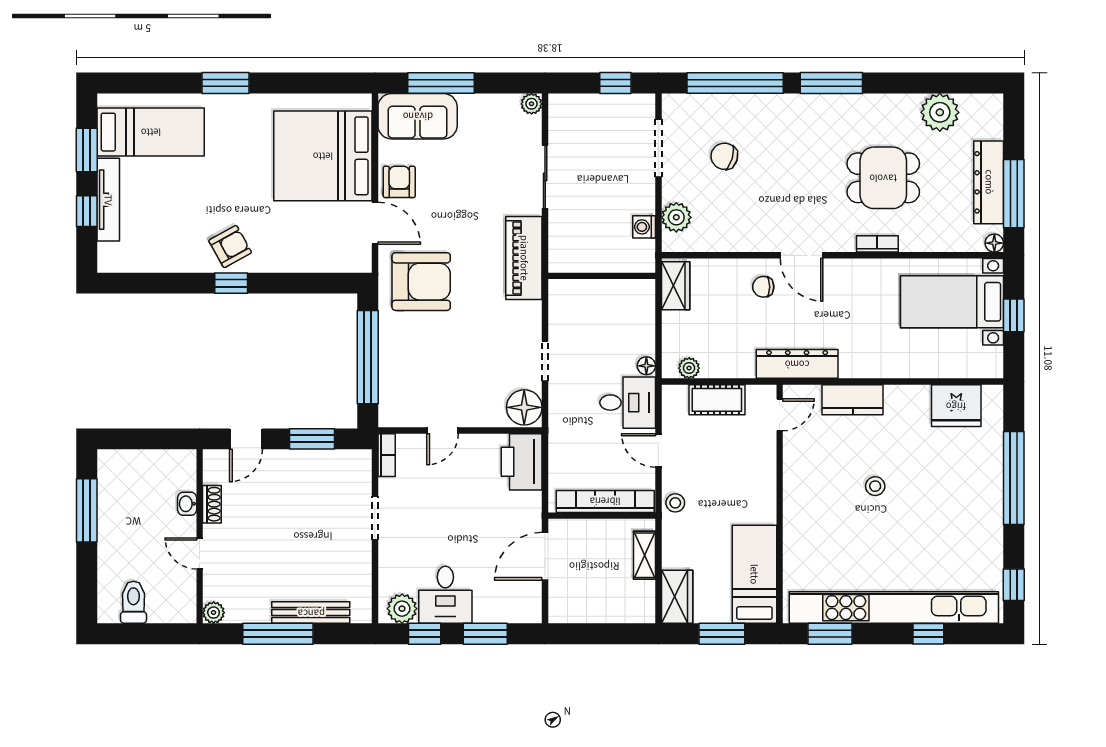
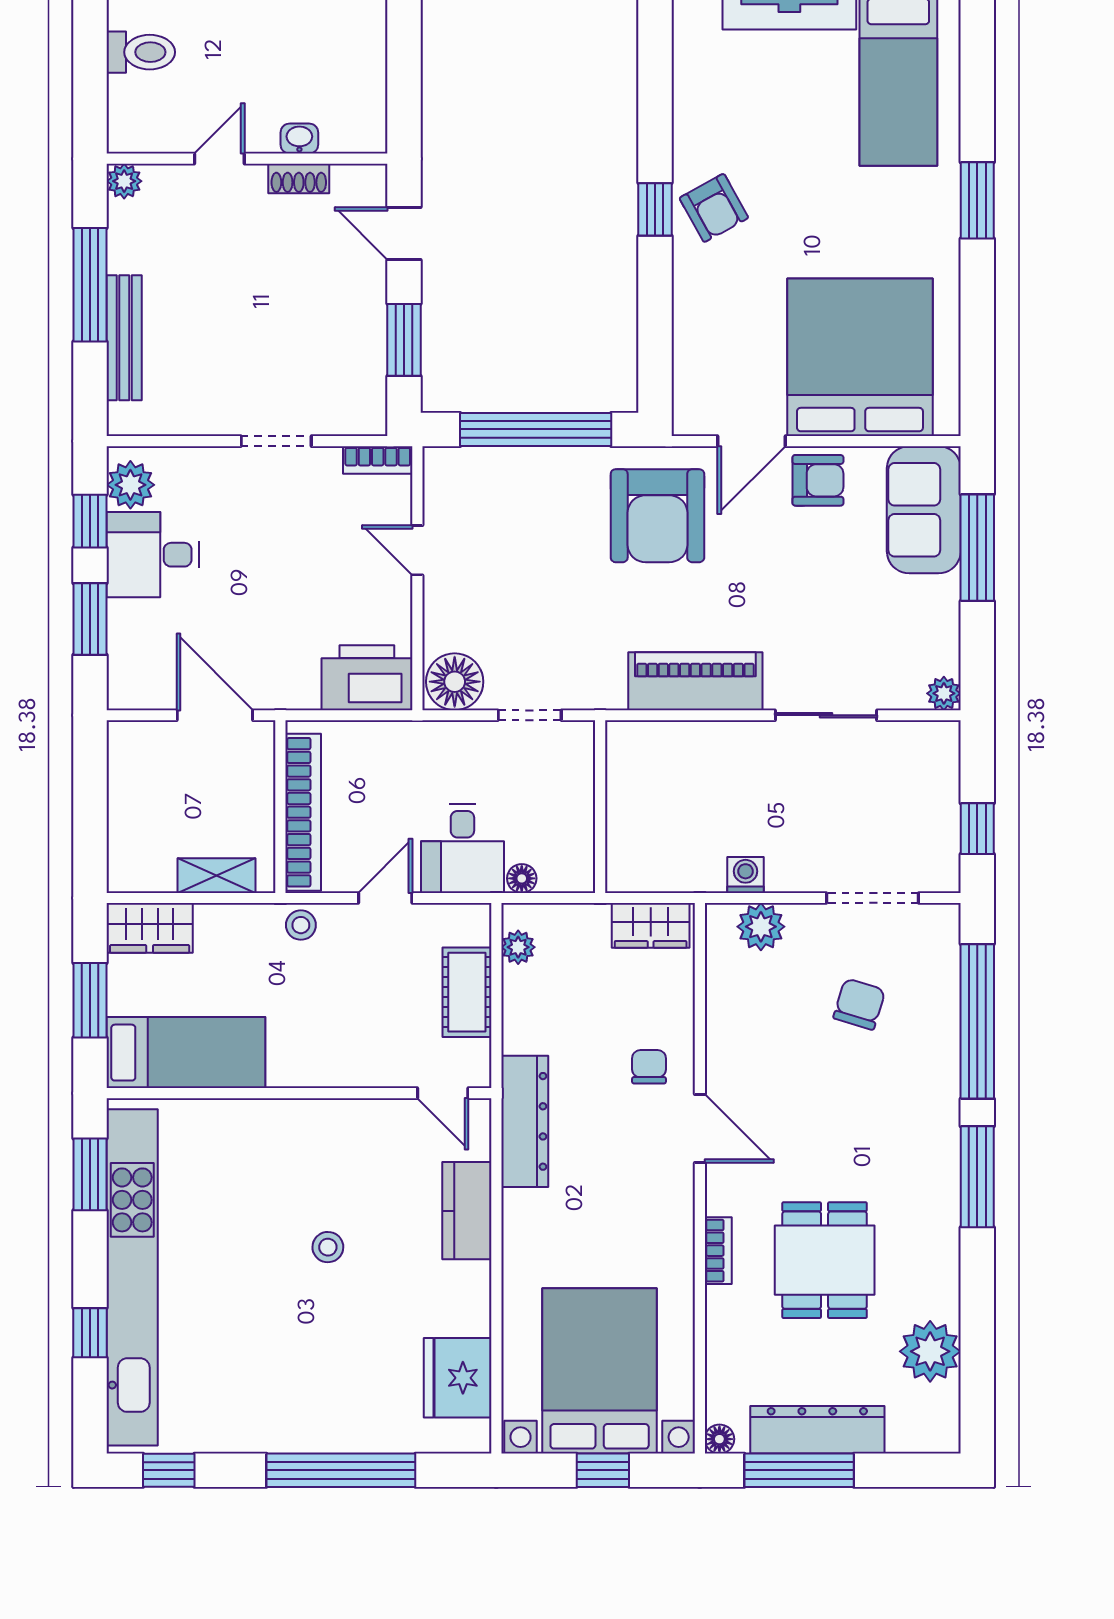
door: (801, 255) -> (700, 1128), swing flipped
wall: (602, 276) -> (600, 807), moved
bed with nightstands: (952, 302) -> (600, 1371), width x1.36

